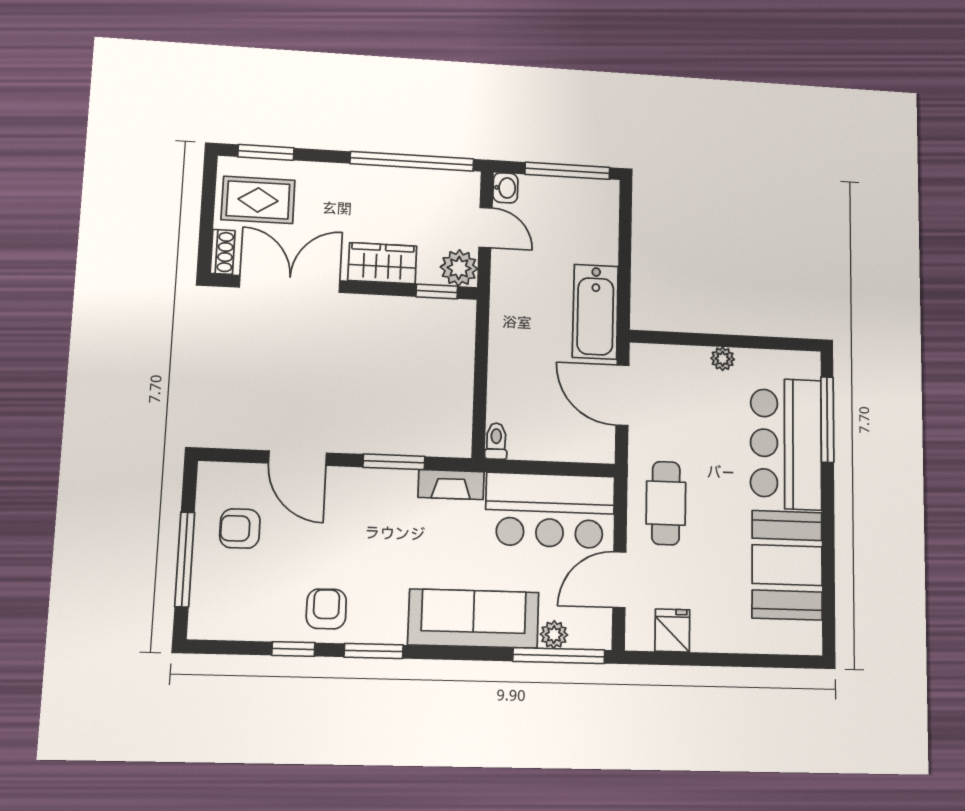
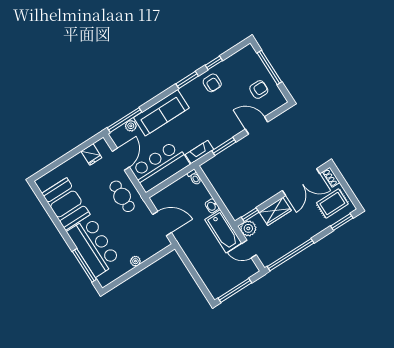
washbasin: (505, 188) -> (212, 206), moved
bathtub: (595, 312) -> (223, 231), moved, turned 180

